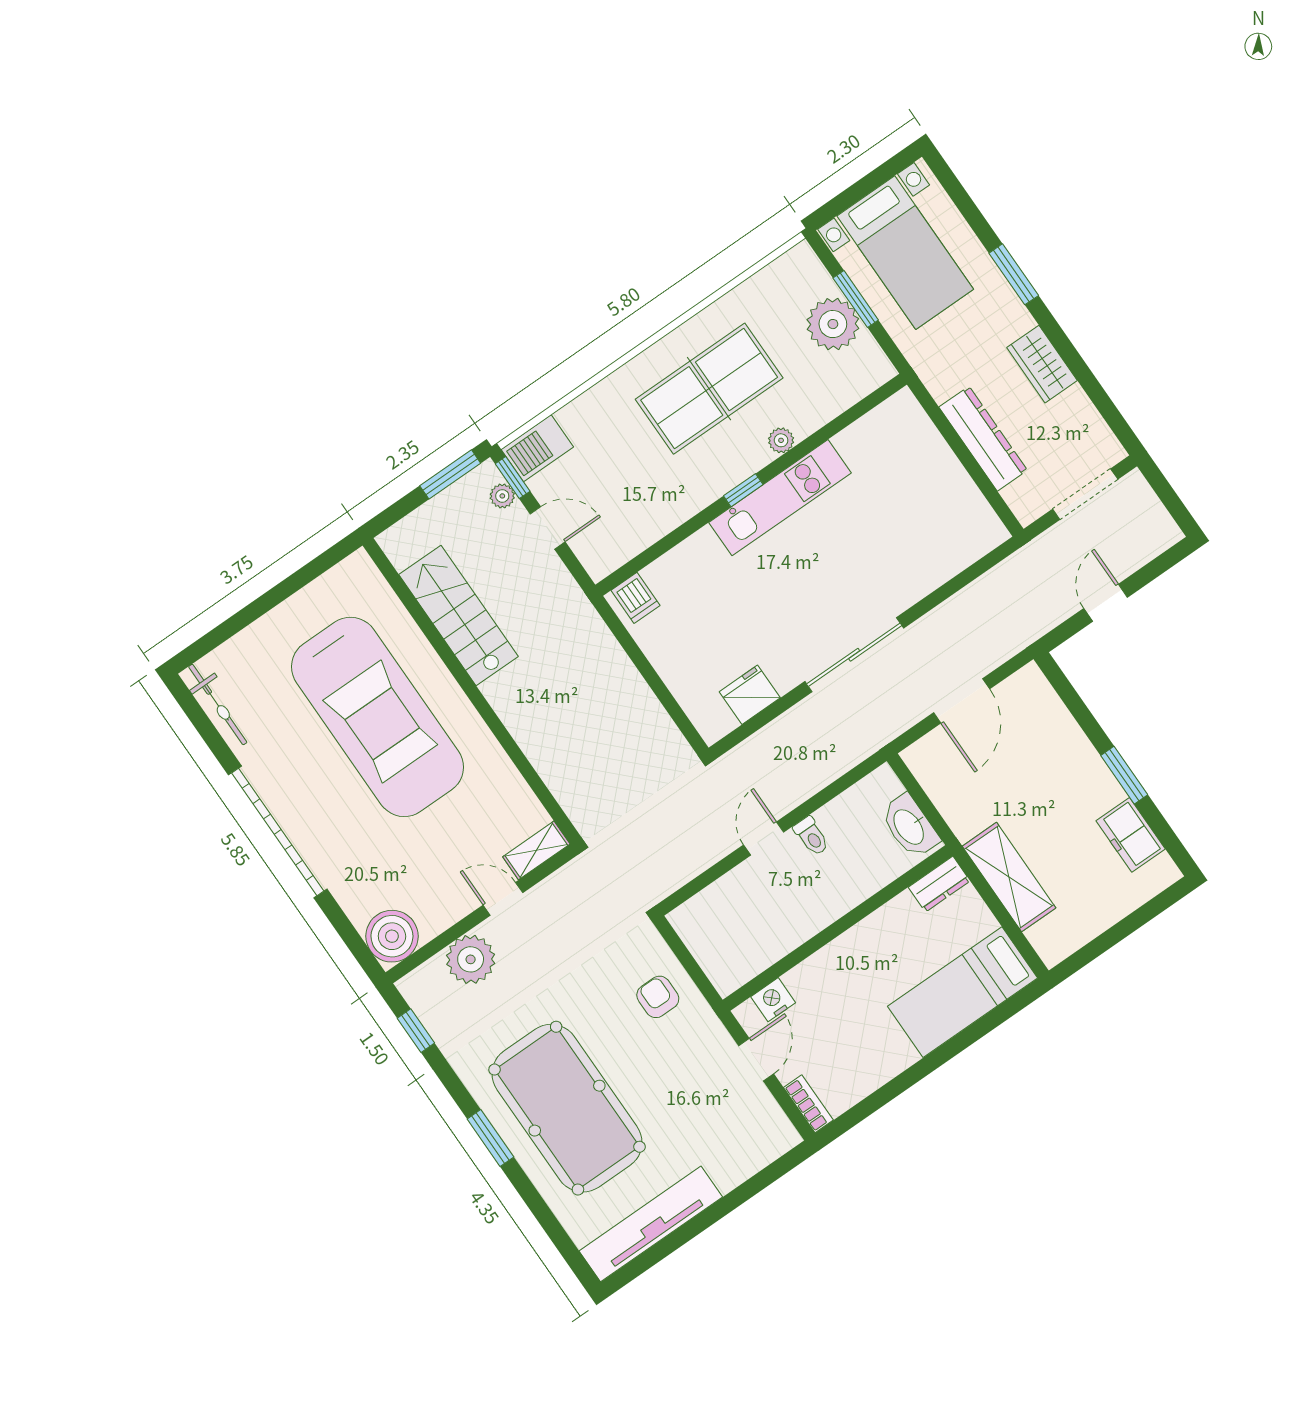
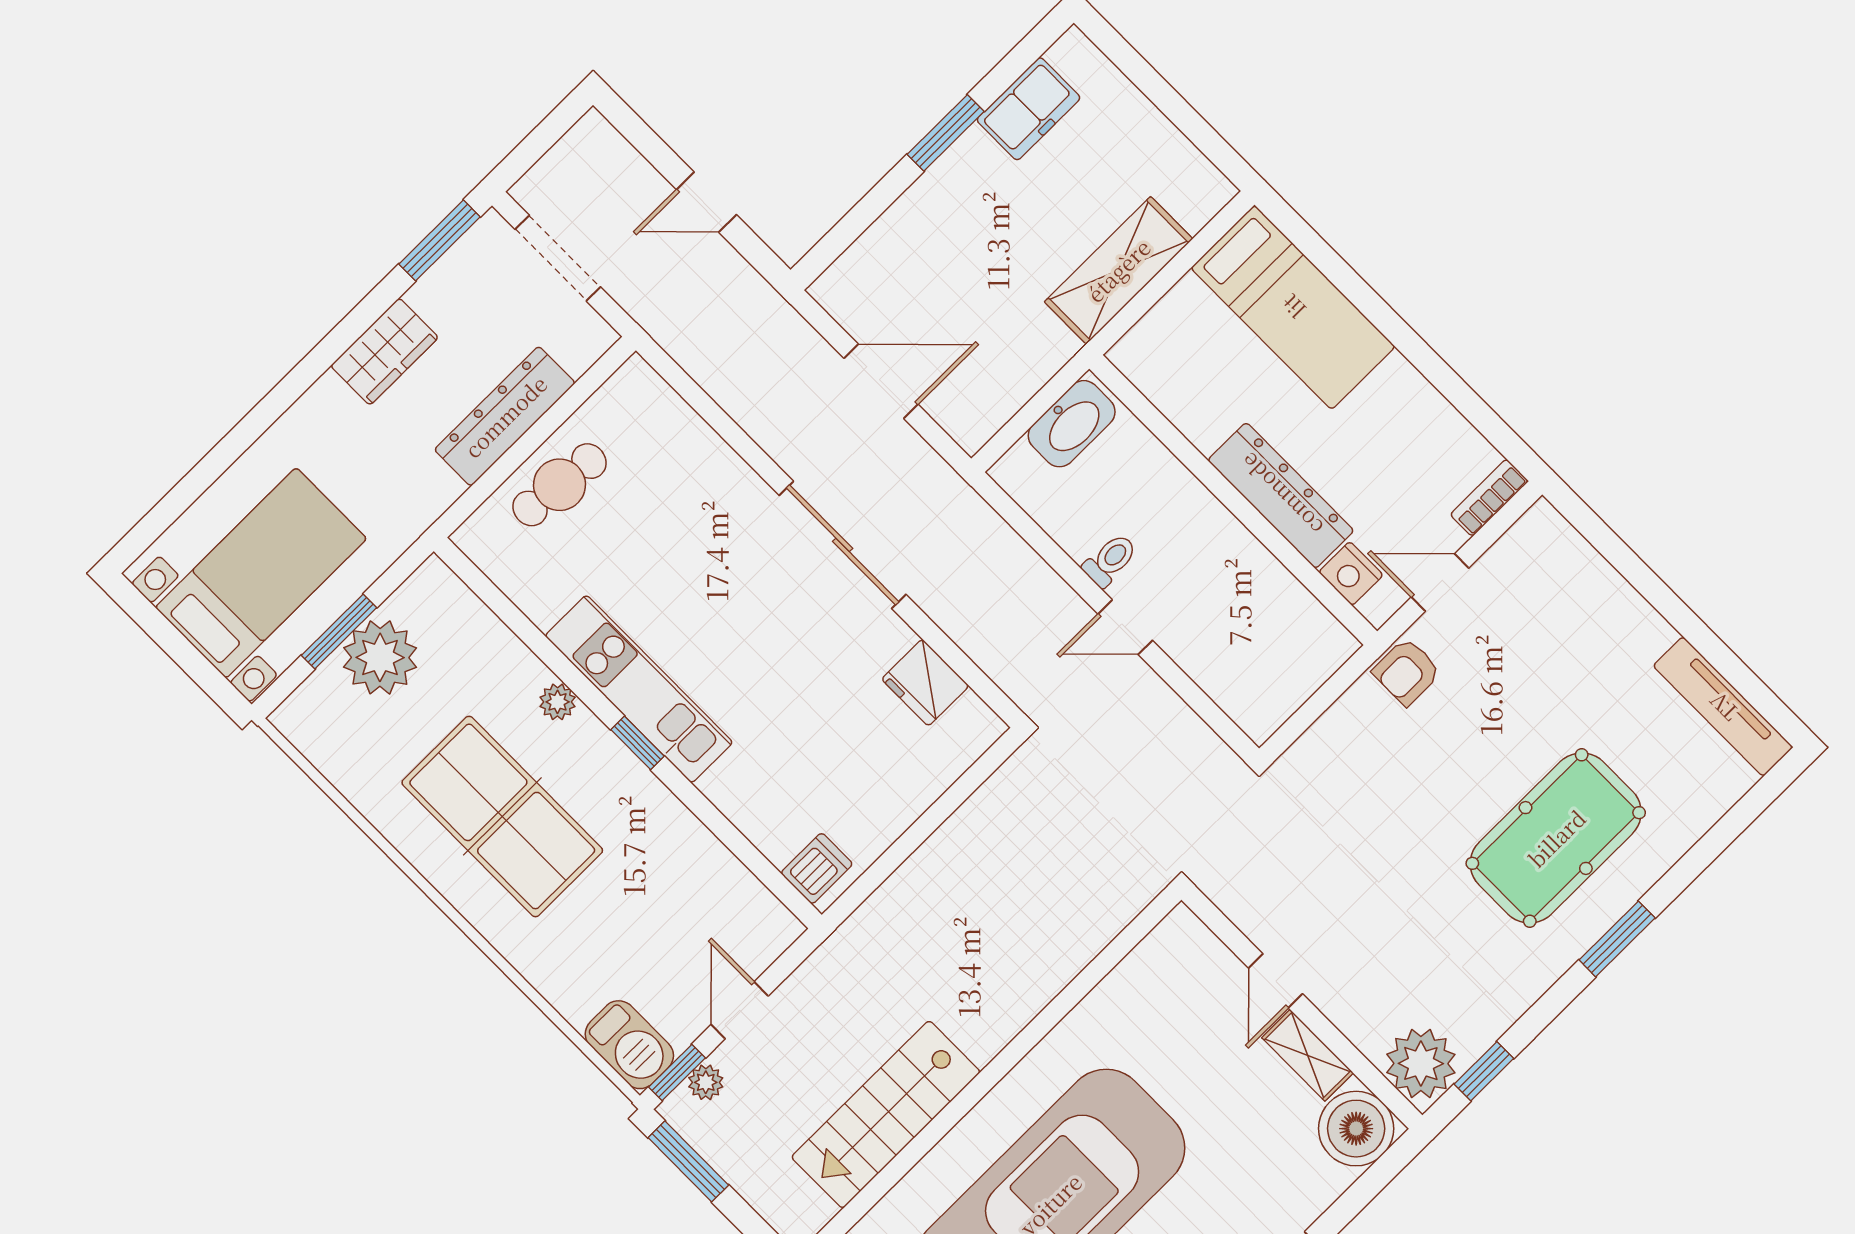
window: (1014, 274) -> (440, 240), moved
cafe table: (930, 468) -> (559, 485), added
shelving: (536, 850) -> (1308, 1055), moved
dresser: (939, 884) -> (1281, 495), moved, width x1.96, depth x1.24
plant: (471, 959) -> (1421, 1063), moved
armchair: (658, 997) -> (1407, 672), moved
pool table: (567, 1108) -> (1556, 838), width x0.73, depth x0.76
tv unit: (651, 1224) -> (1723, 707), width x0.73, depth x0.78

